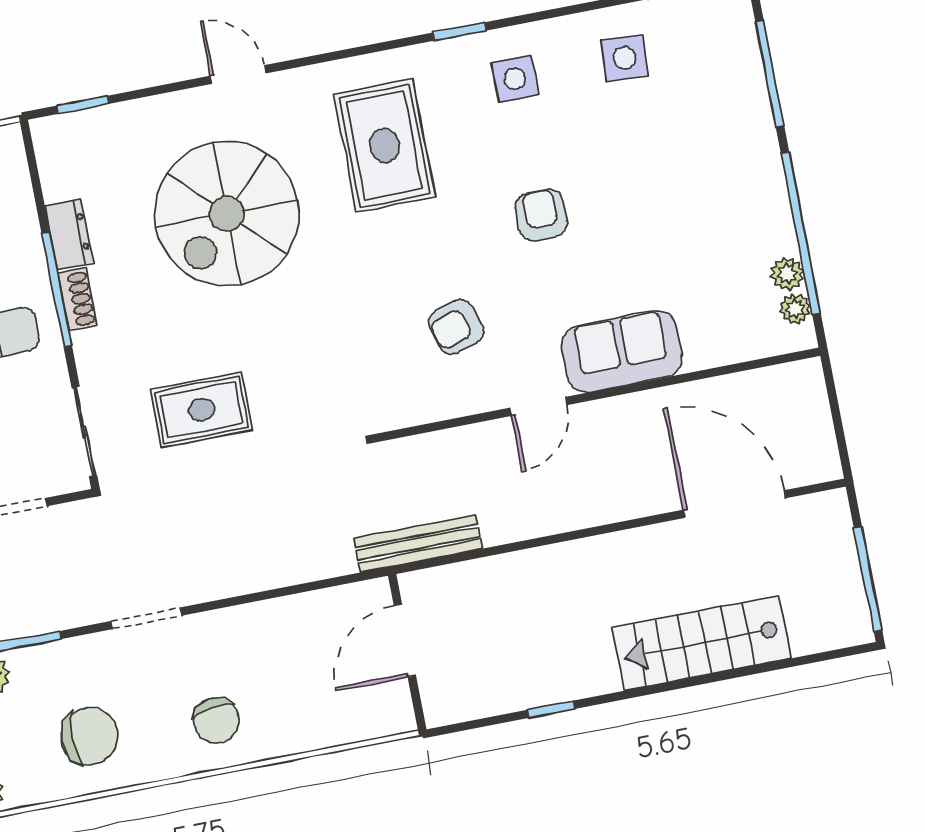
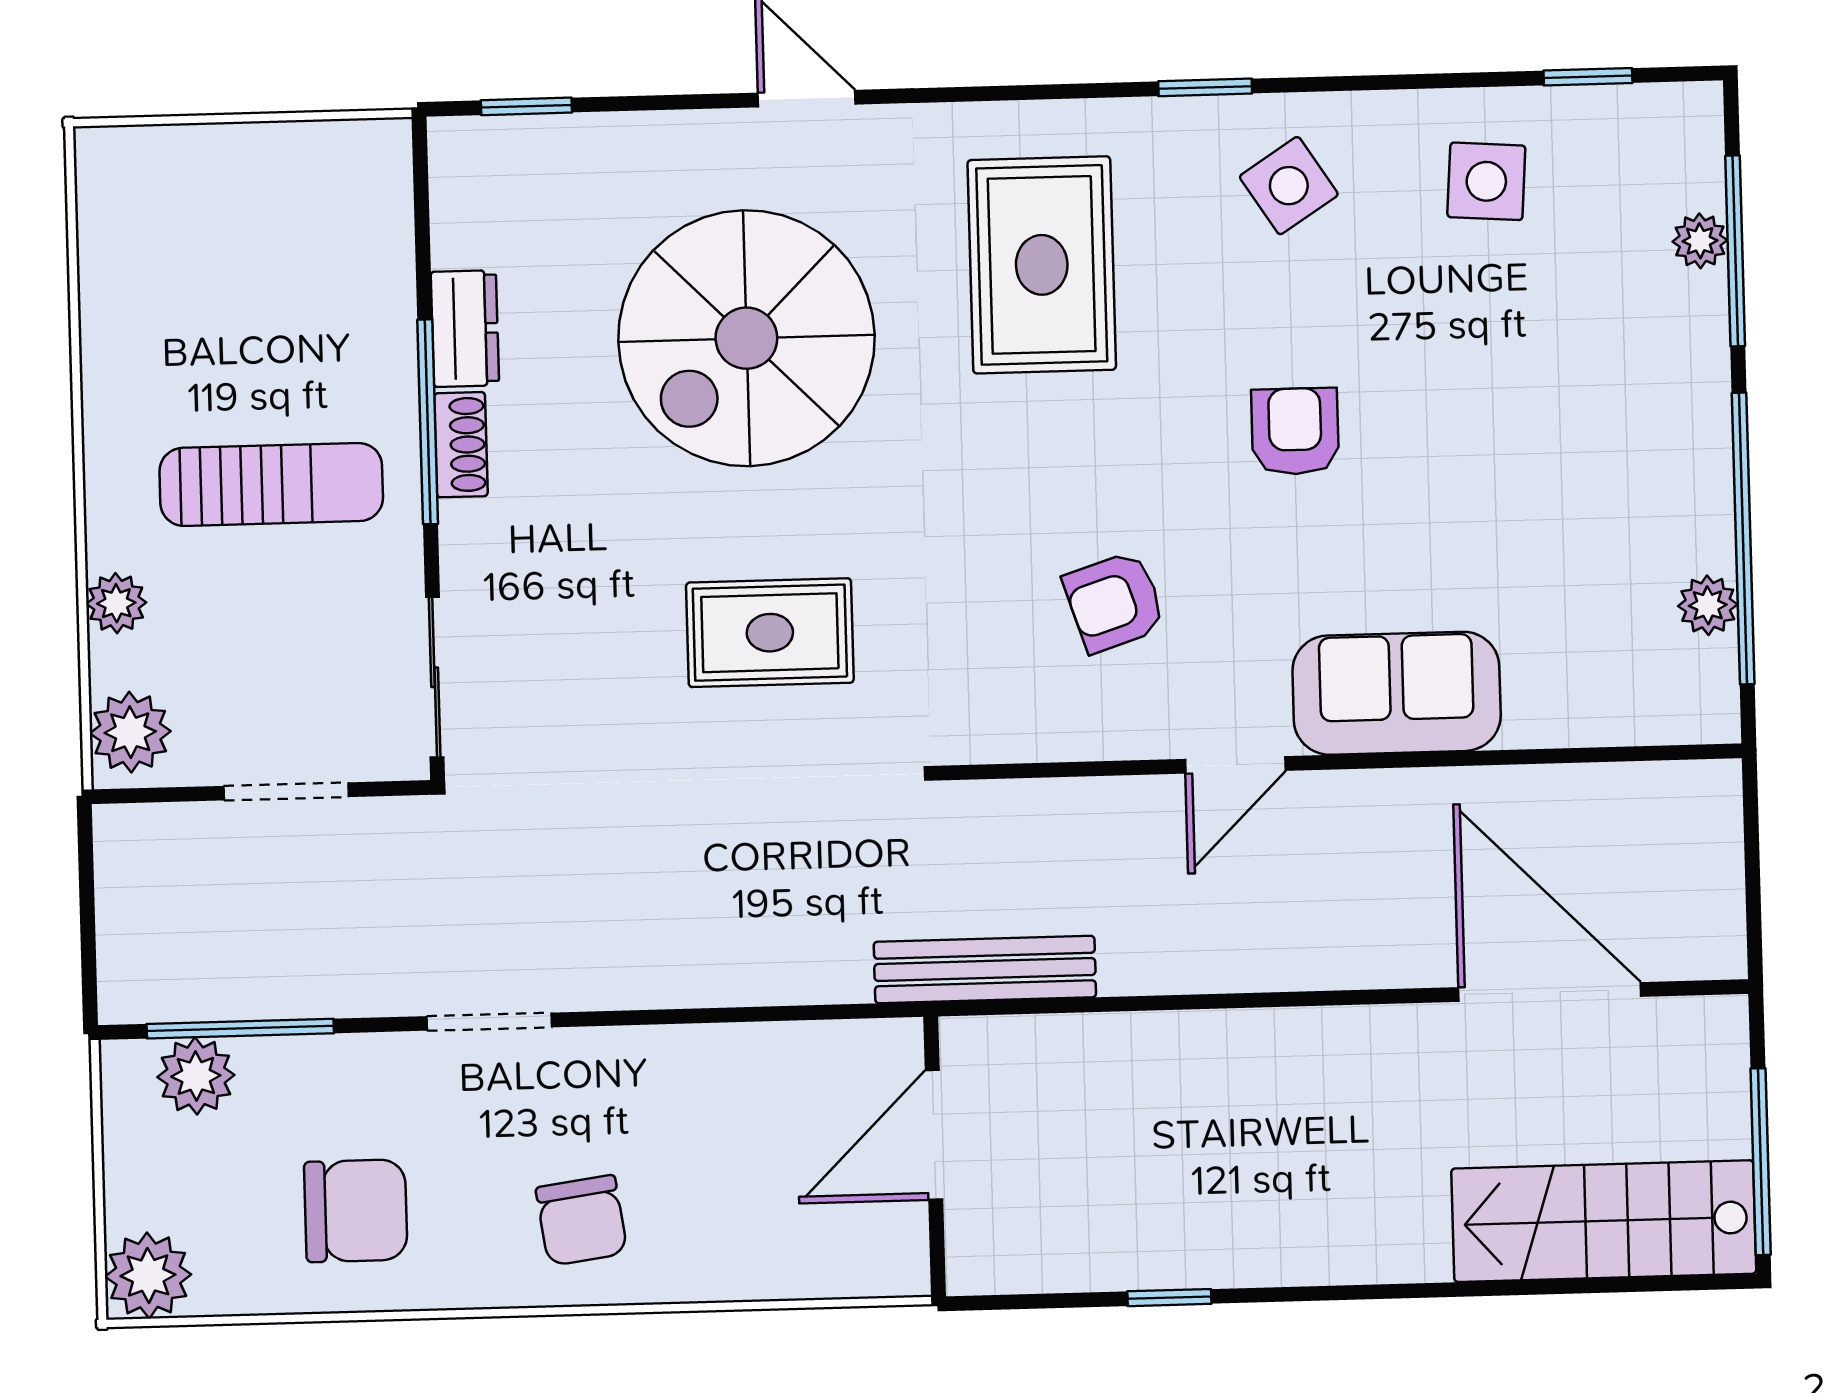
side table: (515, 79) -> (1289, 186), turned -33
plant: (795, 309) -> (1700, 241), moved
rug: (201, 410) -> (770, 633), moved
stairs: (702, 643) -> (1604, 1221), moved

